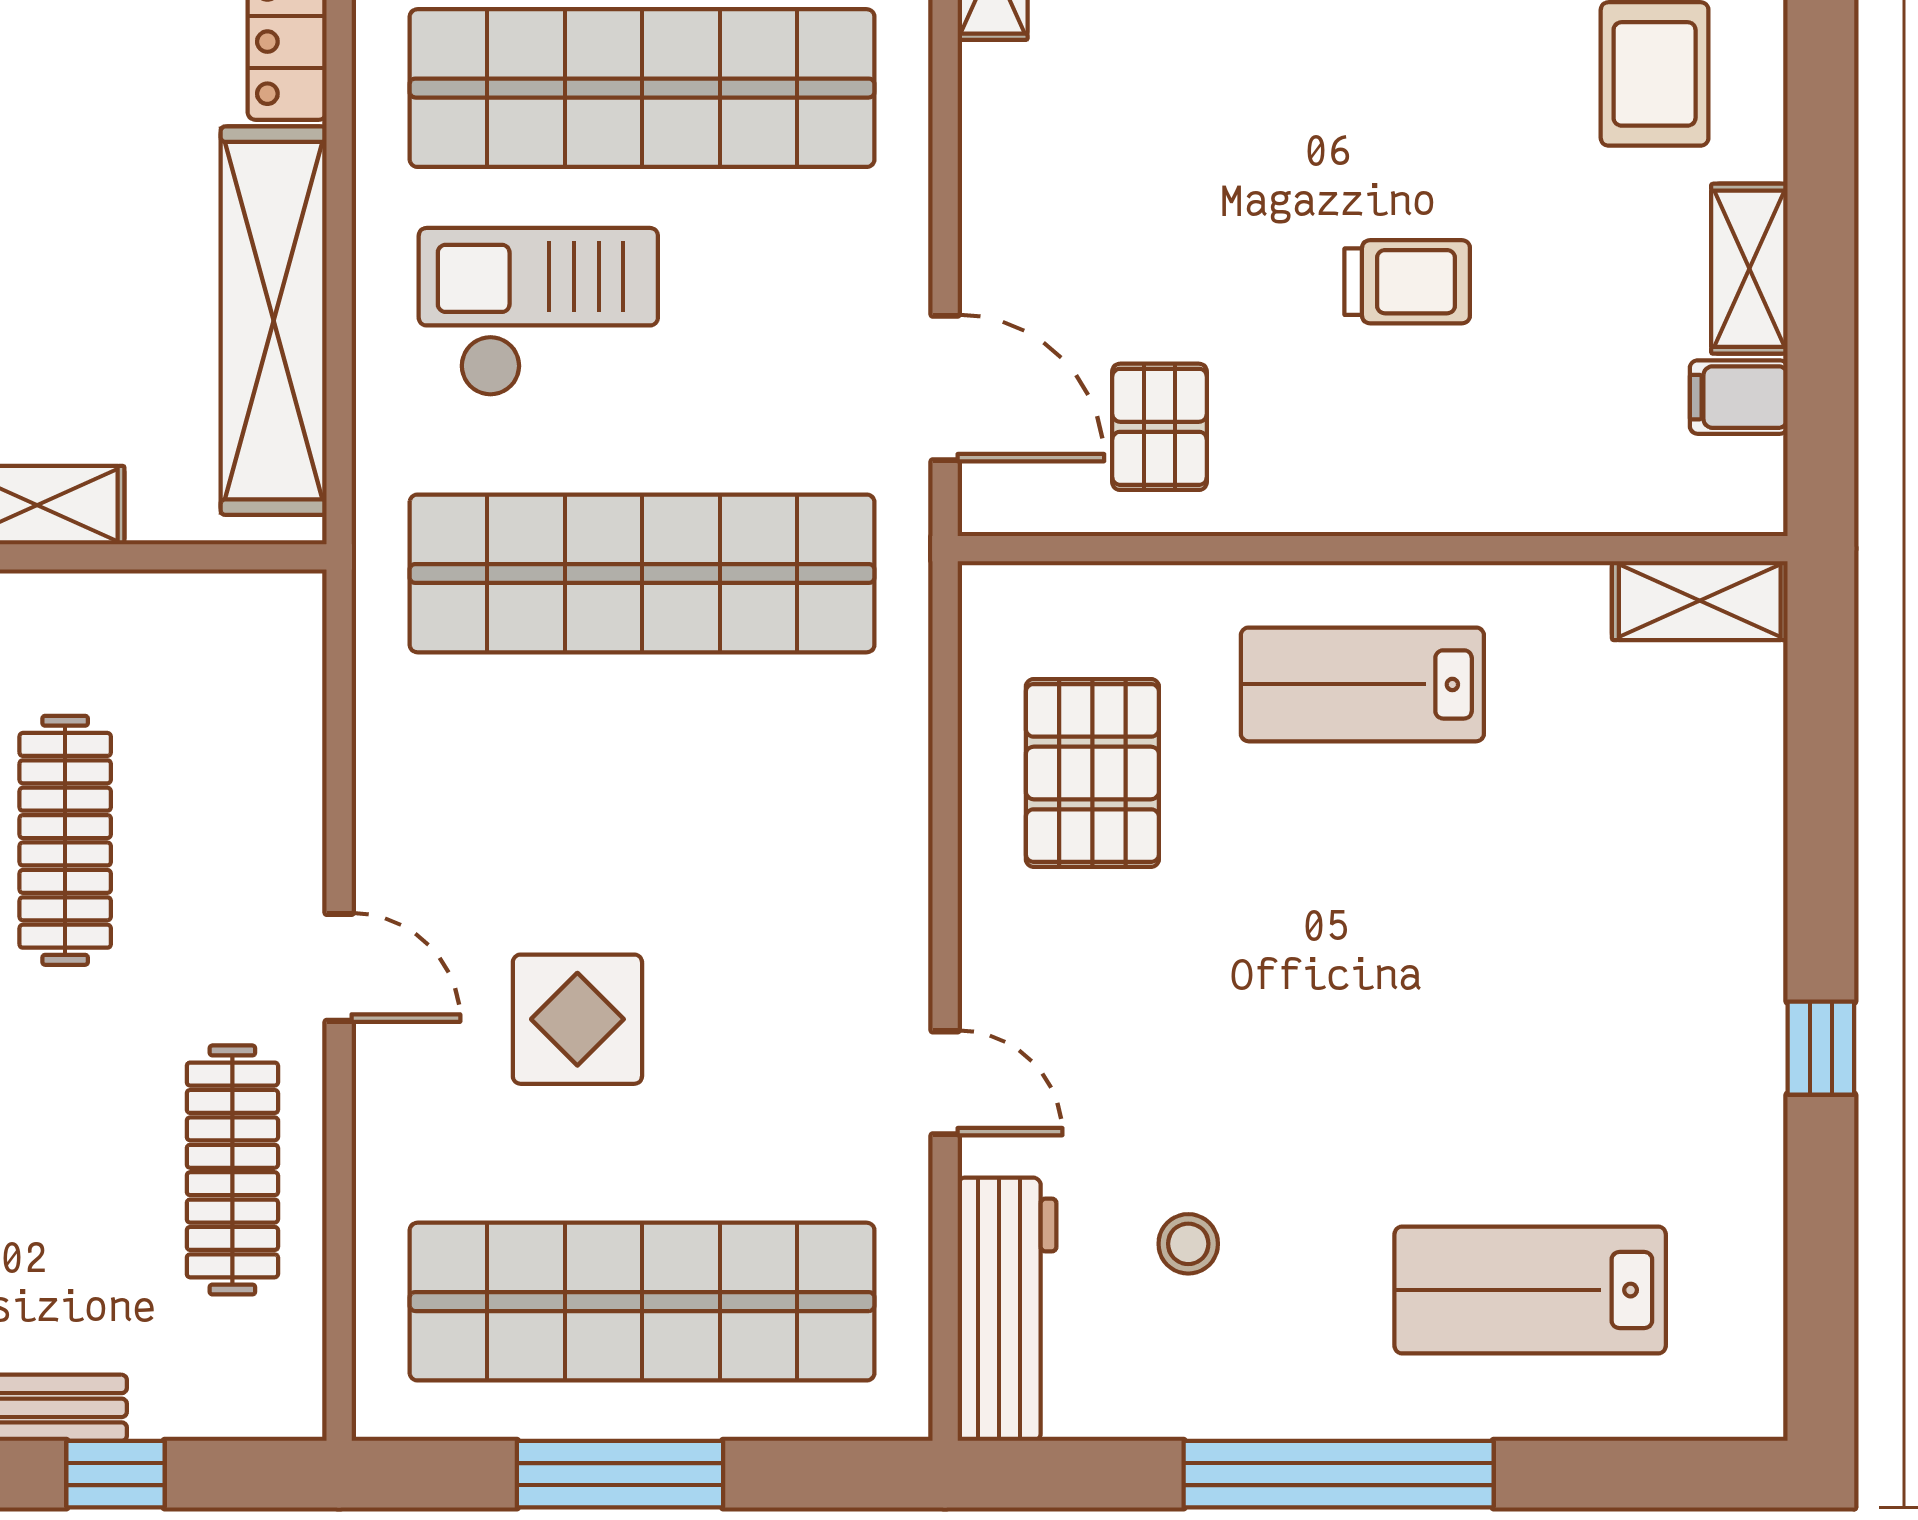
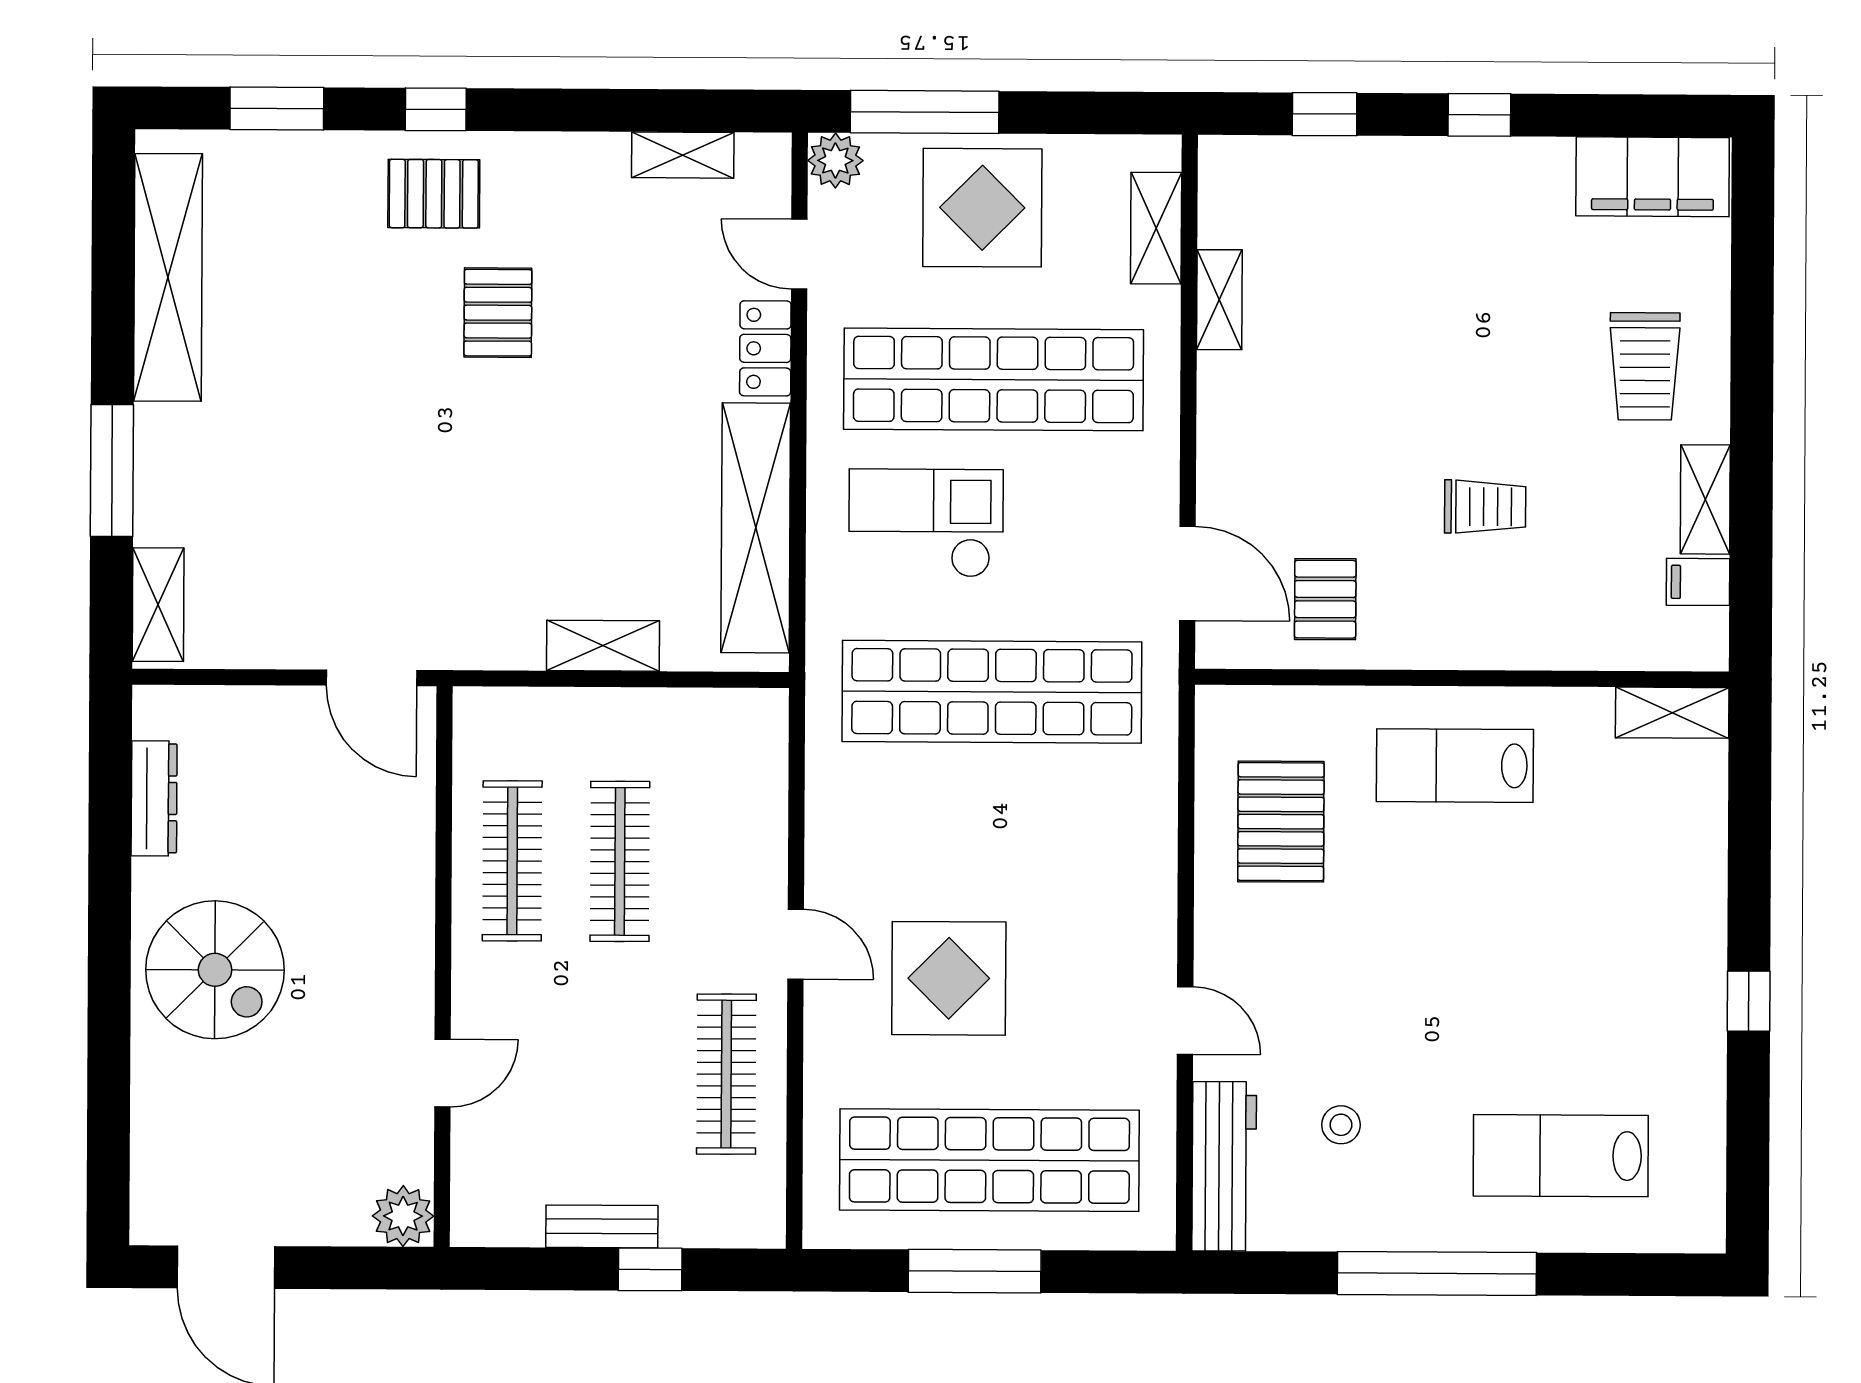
display table: (577, 1019) -> (949, 978), width x1.36, depth x1.36

